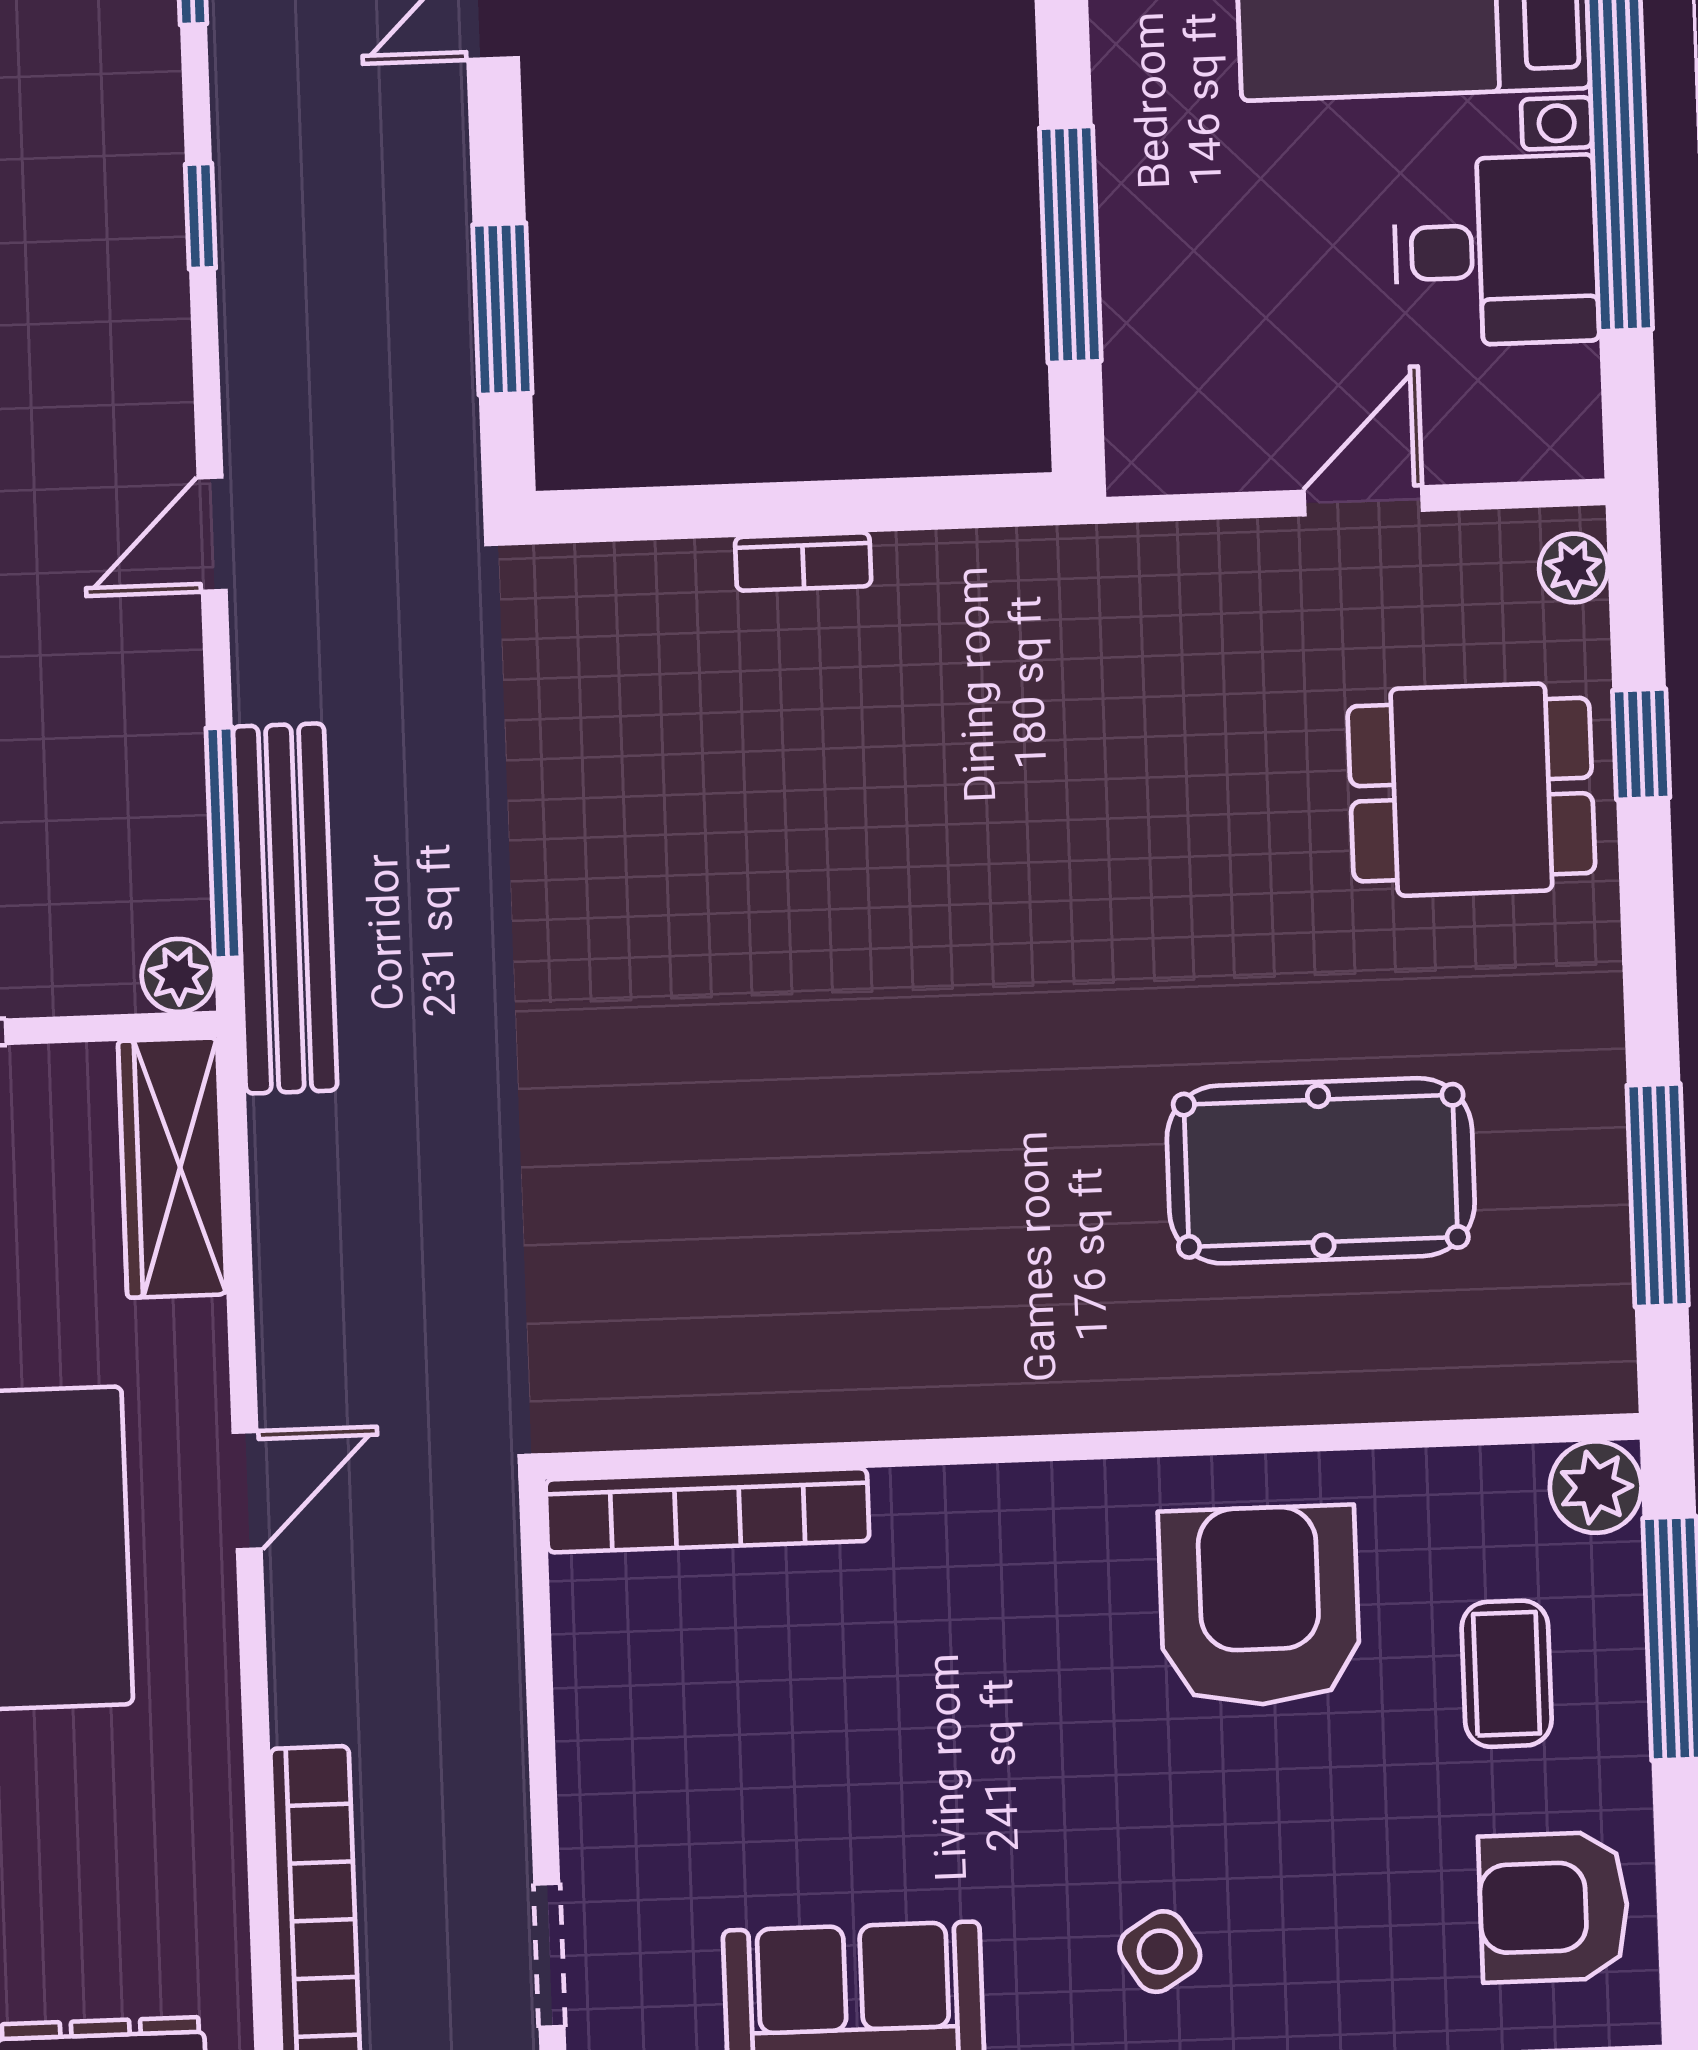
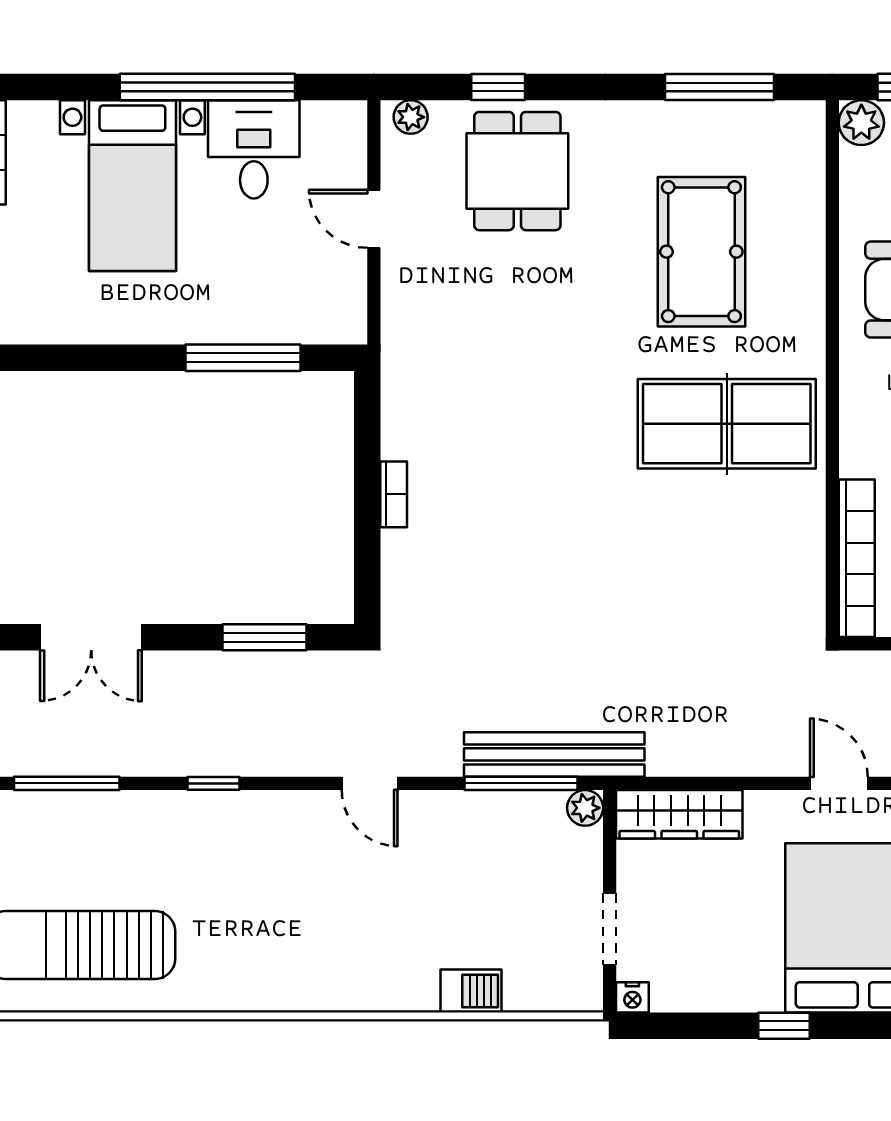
table tennis table: (972, 1235) -> (727, 424), added

